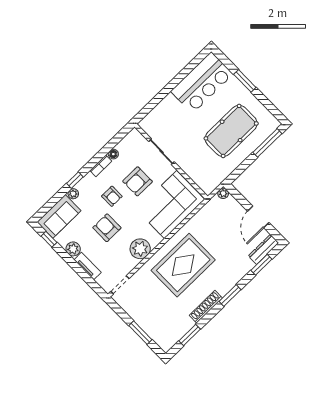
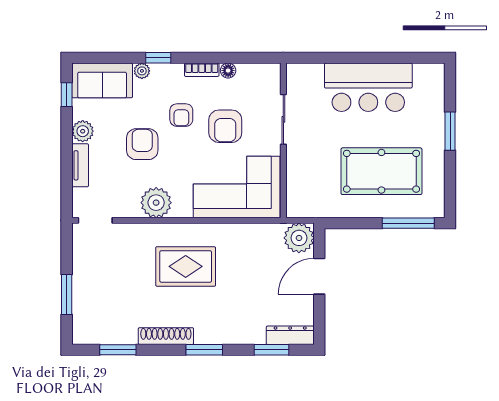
bar counter: (202, 83) -> (368, 87), moved
armchair: (138, 181) -> (225, 126), turned -90
plant: (223, 193) -> (299, 238), width x1.88, depth x1.88
door: (258, 217) -> (319, 276), moved
rug: (183, 265) -> (186, 266), width x0.73, depth x0.69

